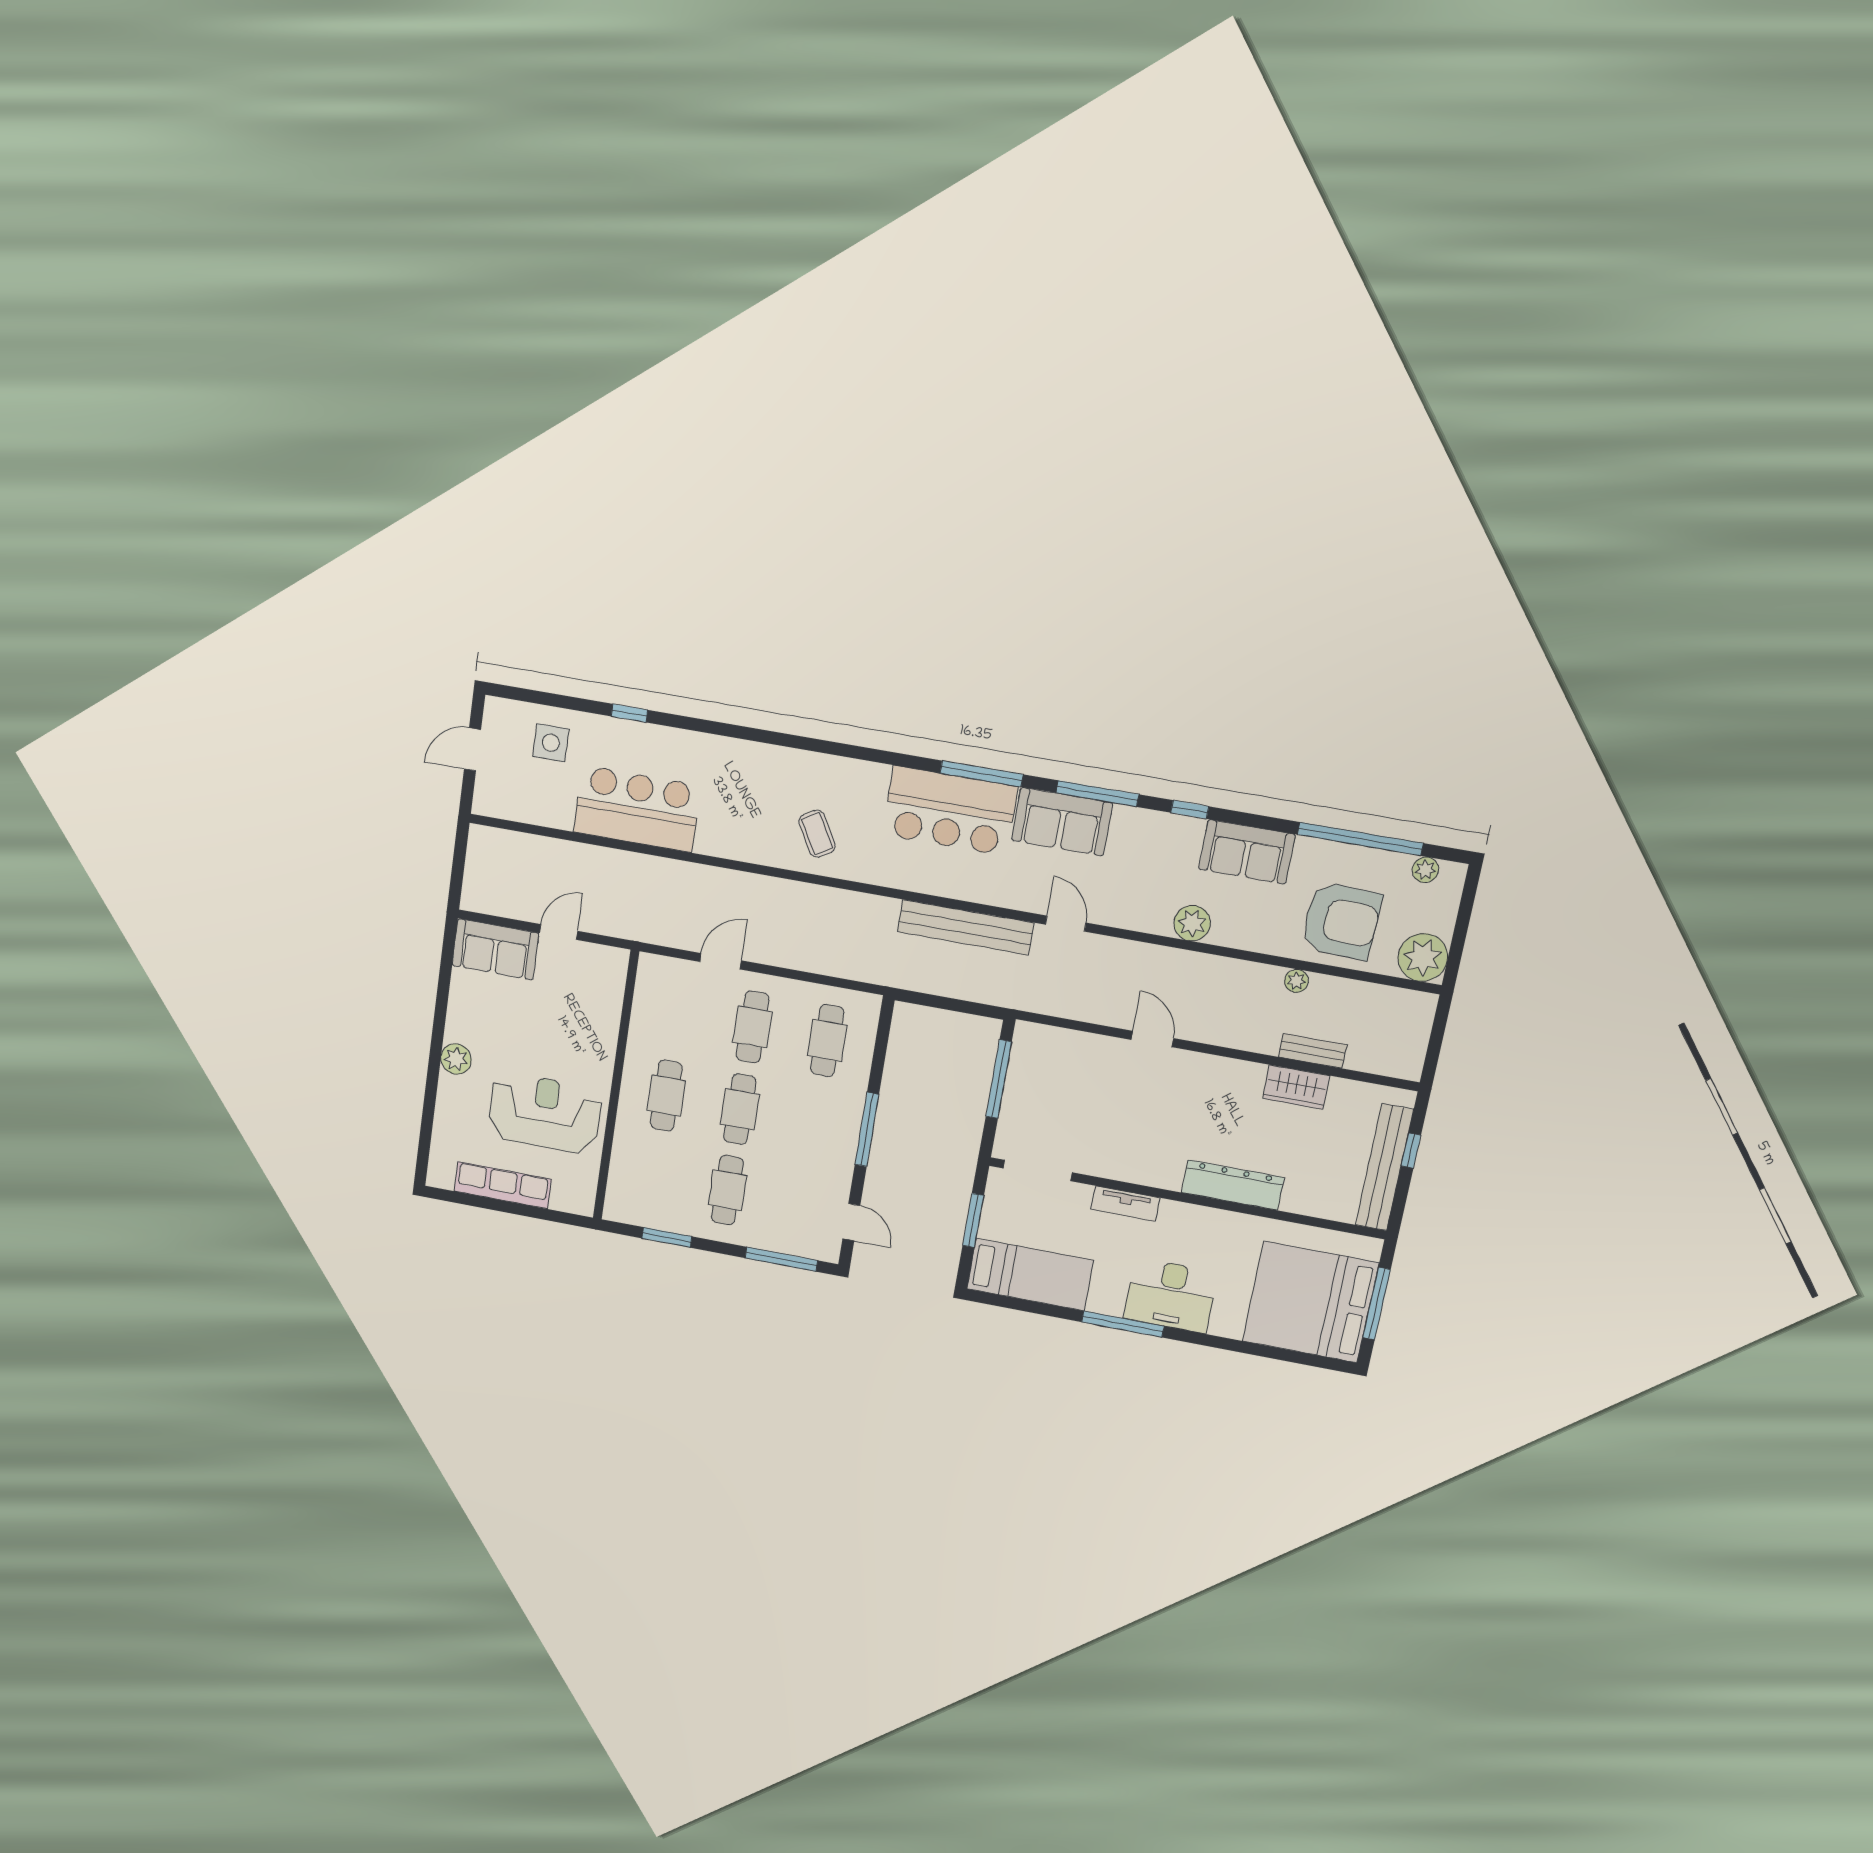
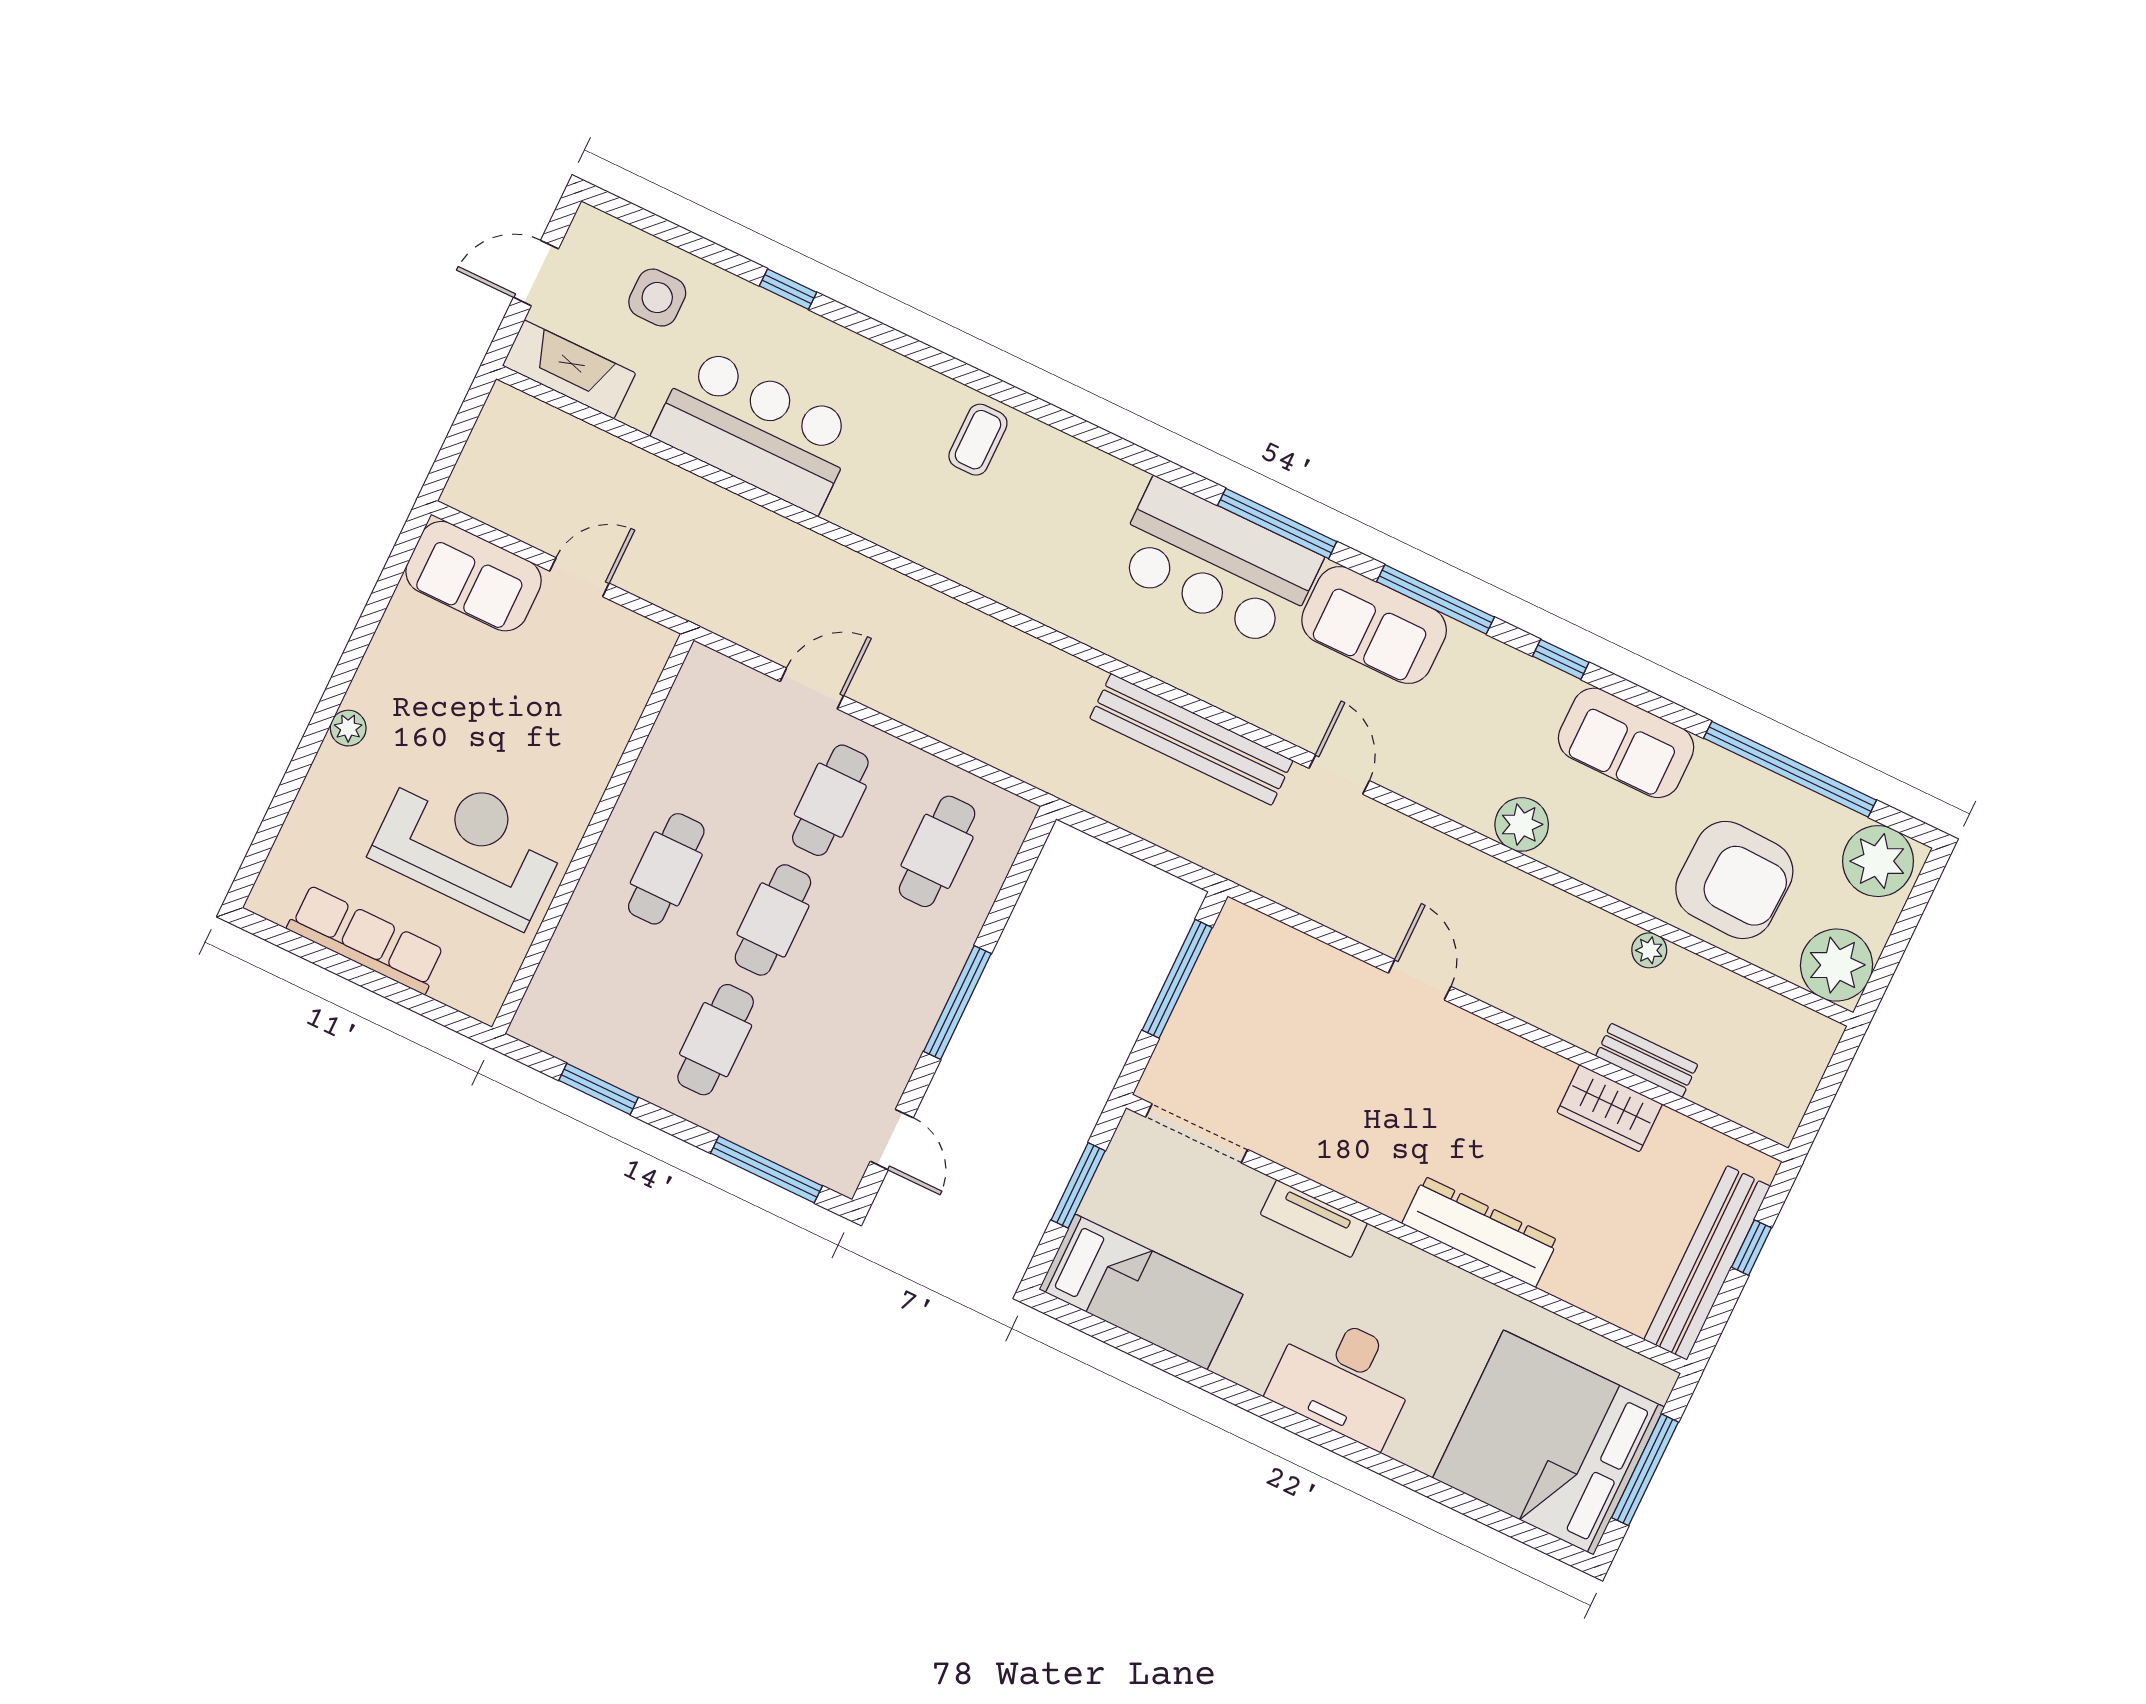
fireplace: (512, 804) -> (569, 369), added
coffee table: (817, 834) -> (978, 440), moved, turned 30
plant: (1425, 870) -> (1878, 861), width x1.88, depth x1.88
plant: (456, 1059) -> (348, 728), width x0.73, depth x0.73
window: (1123, 1324) -> (1260, 1406), removed

